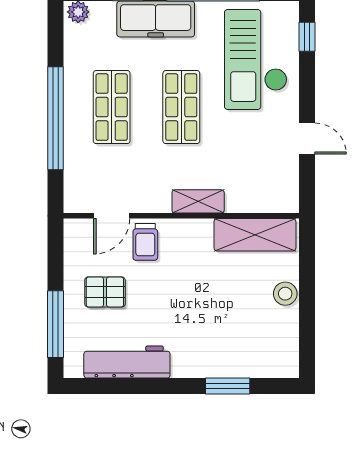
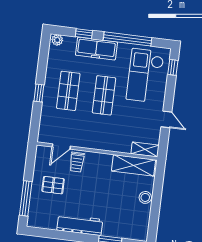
window: (56, 118) -> (39, 93), width x0.32
shelving: (198, 201) -> (145, 149), moved
workbench: (127, 362) -> (80, 225), moved

